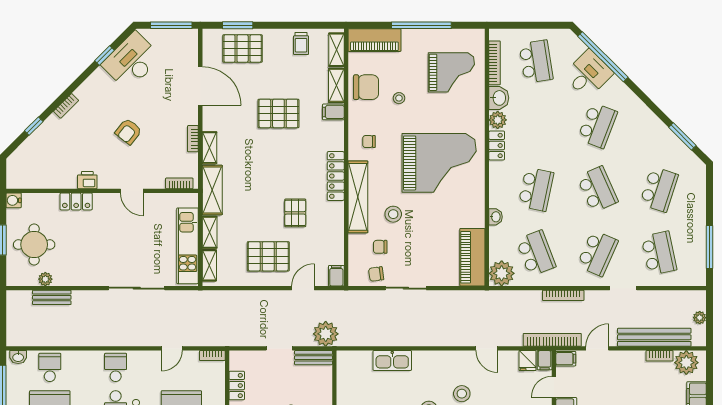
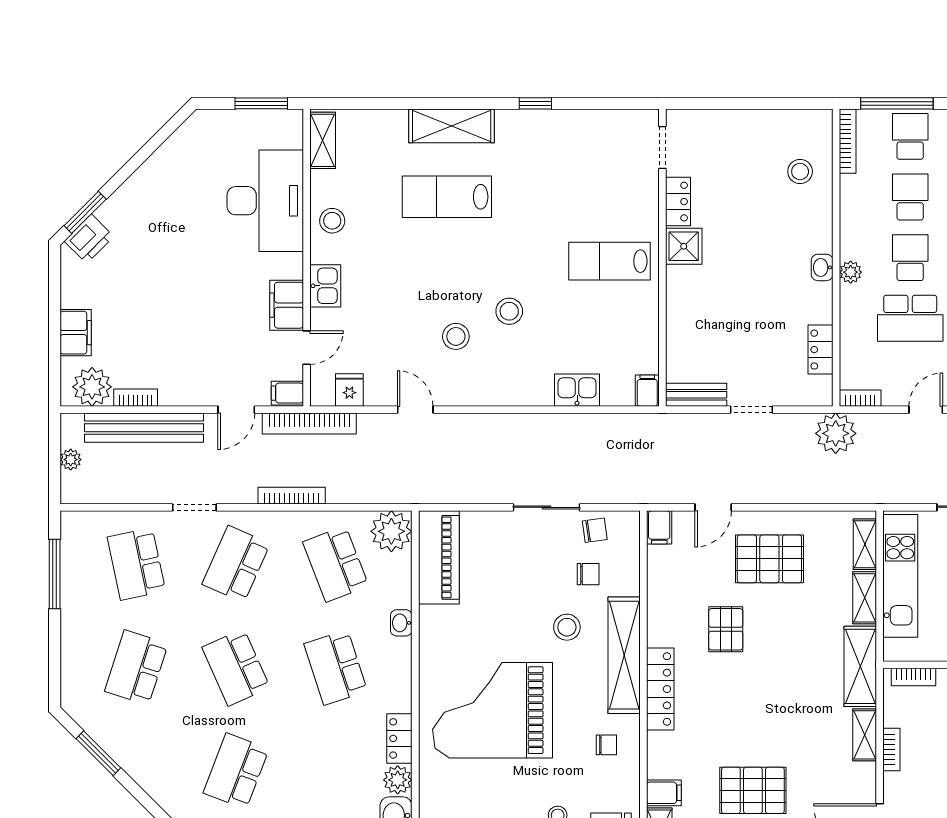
school desk: (536, 189) -> (336, 667), turned -30
plant: (326, 334) -> (836, 433), moved
kitchen sink: (392, 360) -> (577, 390), width x0.73
filing cabinet: (545, 360) -> (647, 391), moved

